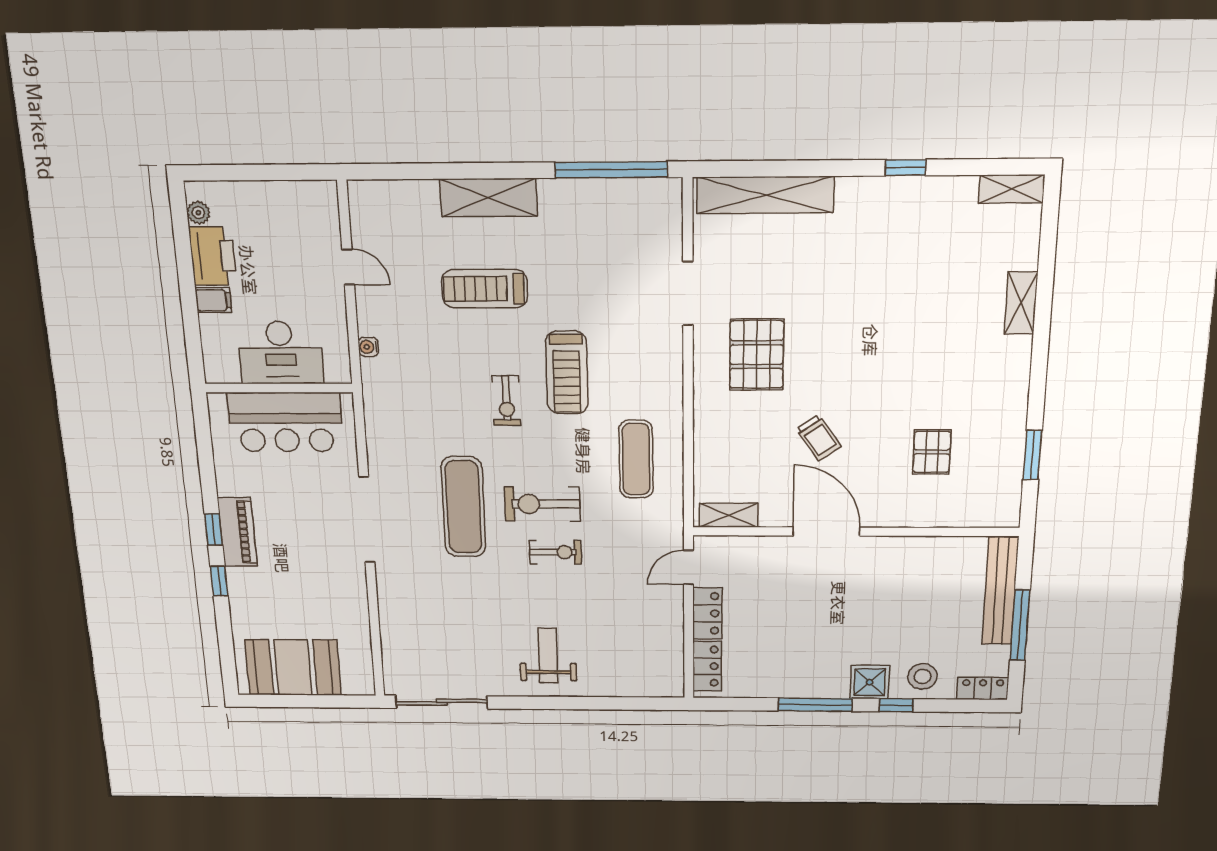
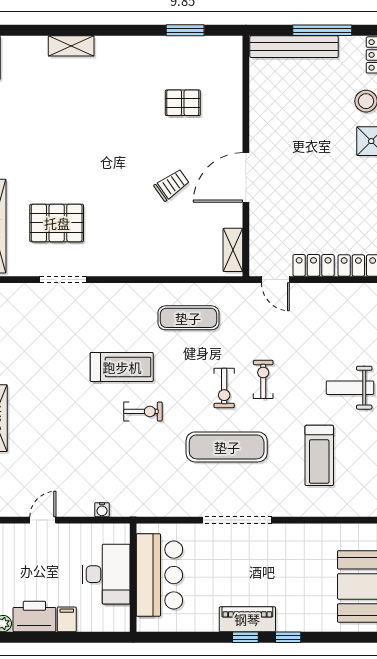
treadmill: (485, 289) -> (319, 455), moved
pallet: (757, 355) -> (57, 223), moved
exercise bike: (542, 504) -> (224, 388), width x0.73, depth x0.72

